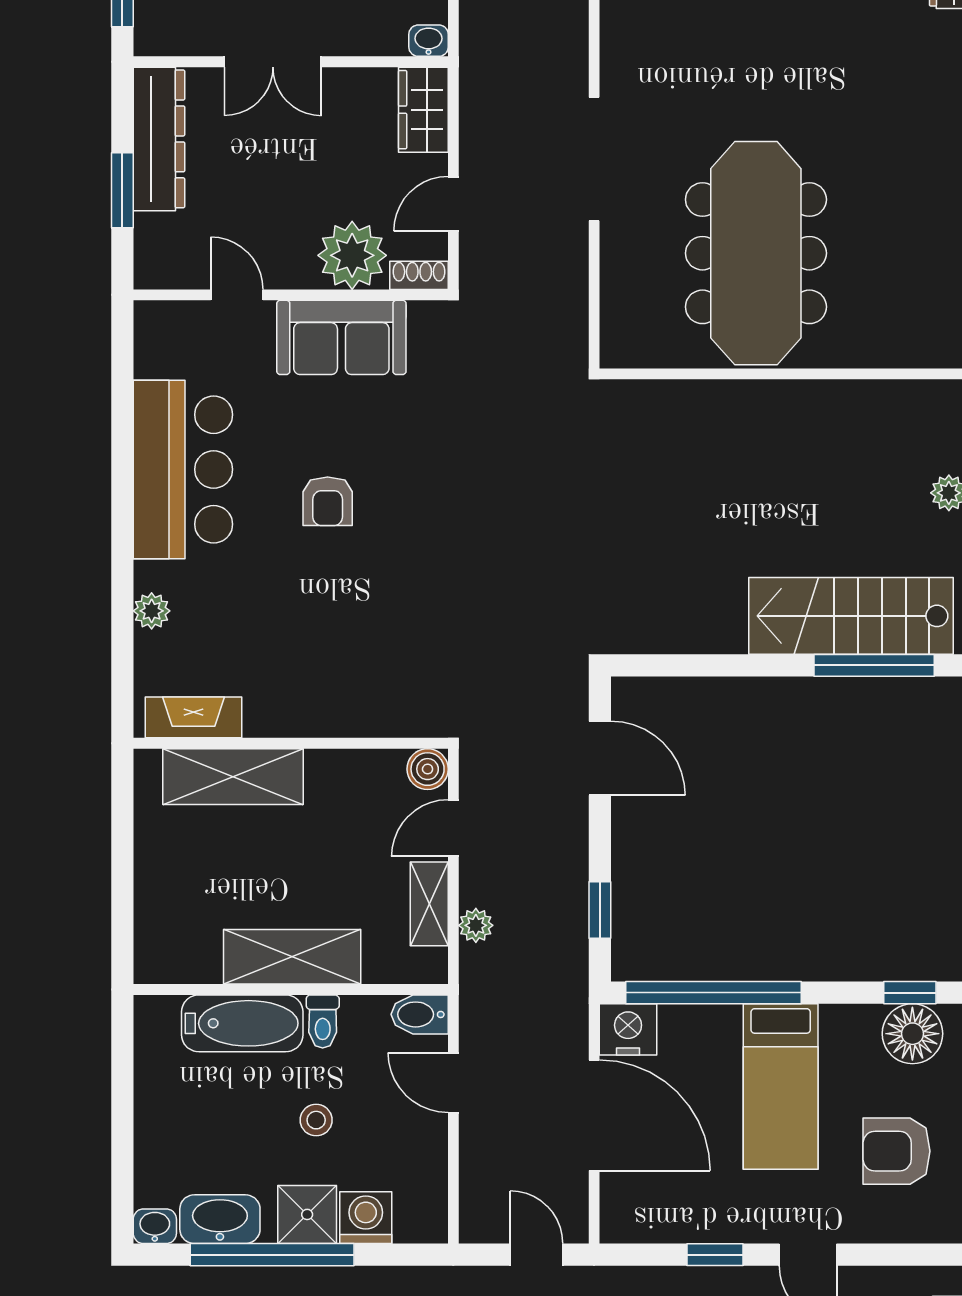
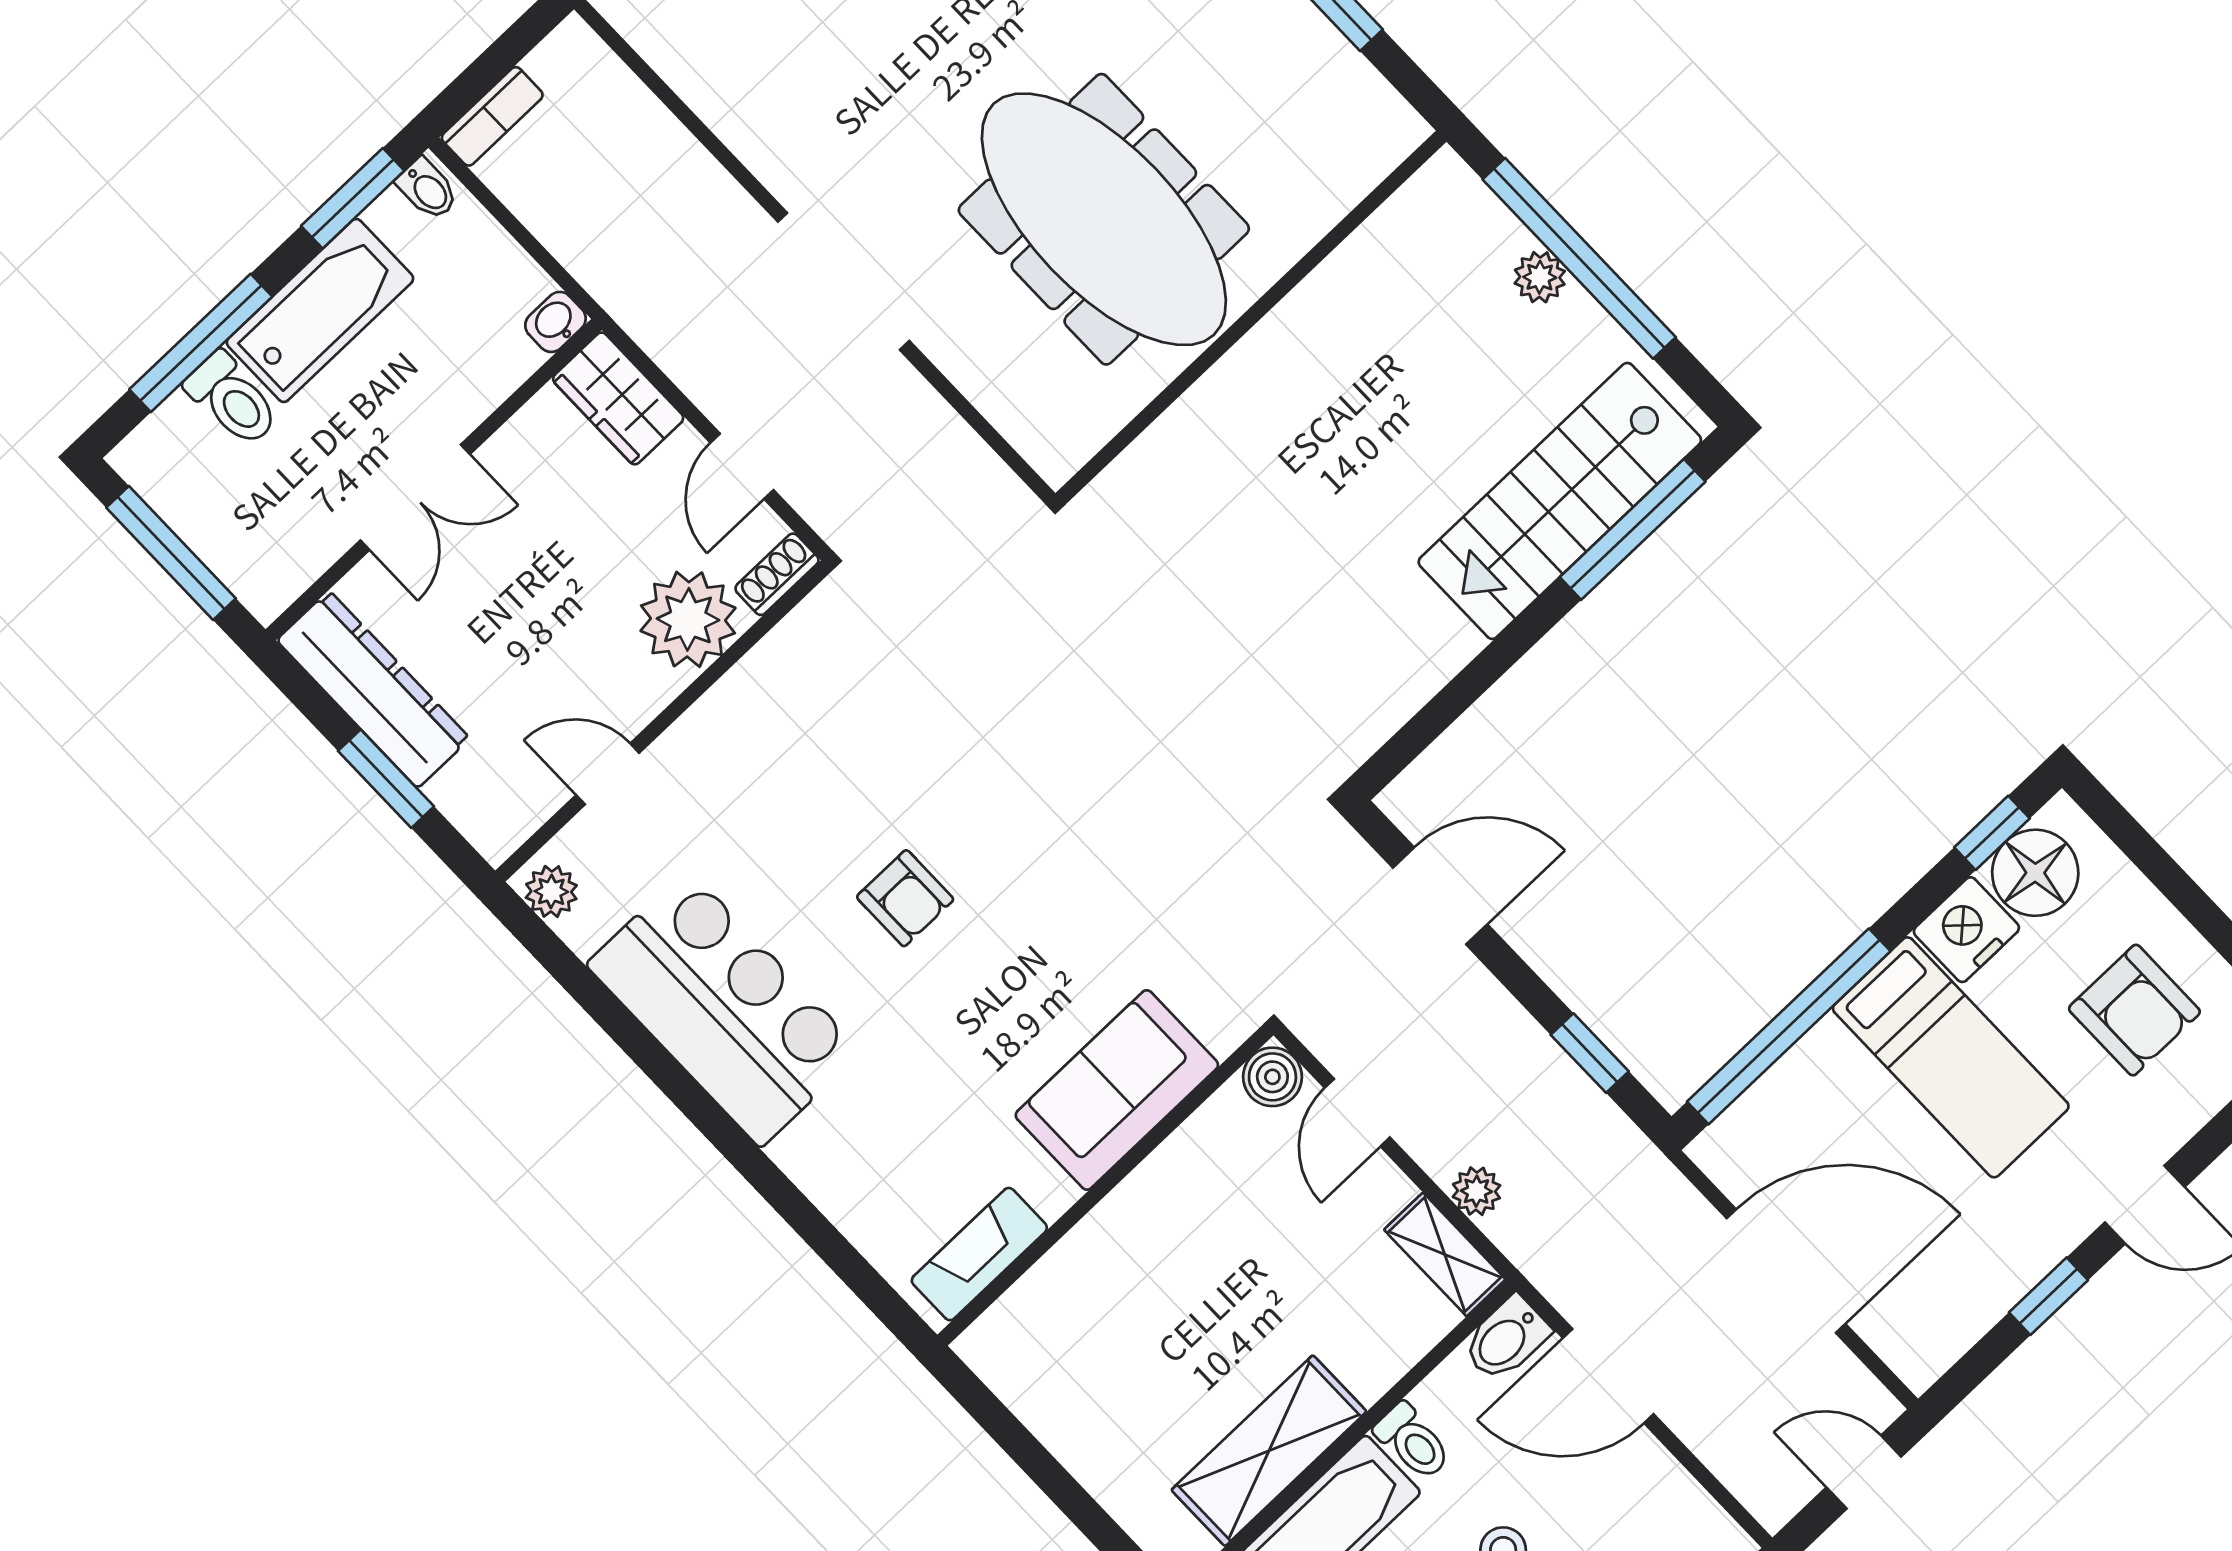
sofa: (341, 337) -> (1117, 1090), moved, turned 180
plant: (152, 611) -> (551, 891), moved
shelving: (233, 777) -> (1079, 1276), removed
shelving: (429, 904) -> (1445, 1254), moved
shelving: (292, 957) -> (1269, 1451), moved
nightstand: (628, 1029) -> (1966, 930), moved
door: (453, 1083) -> (1608, 1376), width x1.38
armchair: (896, 1151) -> (2134, 1010), turned -90

